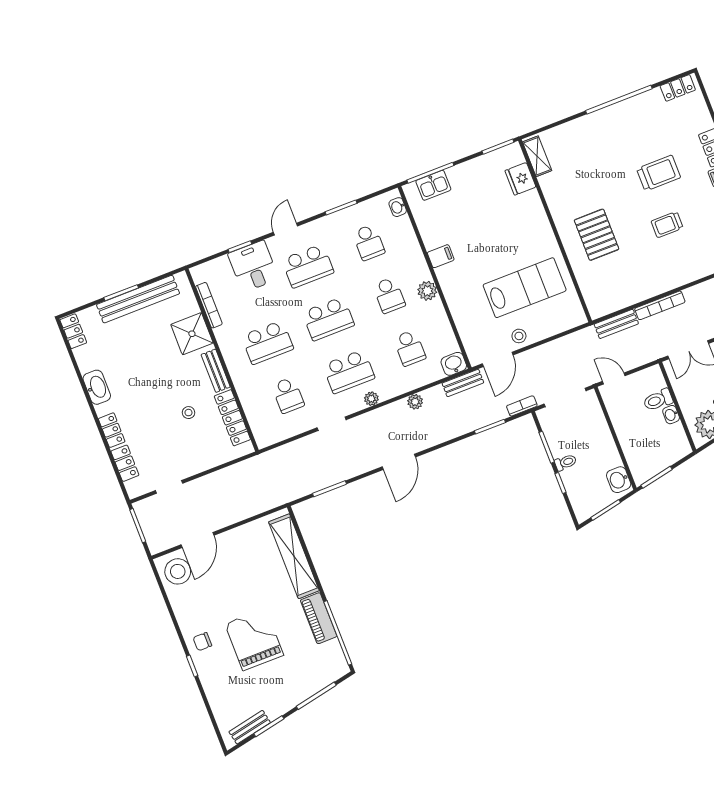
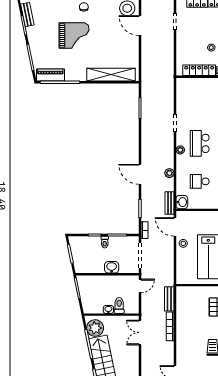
school desk: (288, 395) -> (200, 105), removed
door: (399, 462) -> (140, 174), moved
washbasin: (619, 480) -> (112, 267), moved
piano: (319, 618) -> (50, 75), moved

